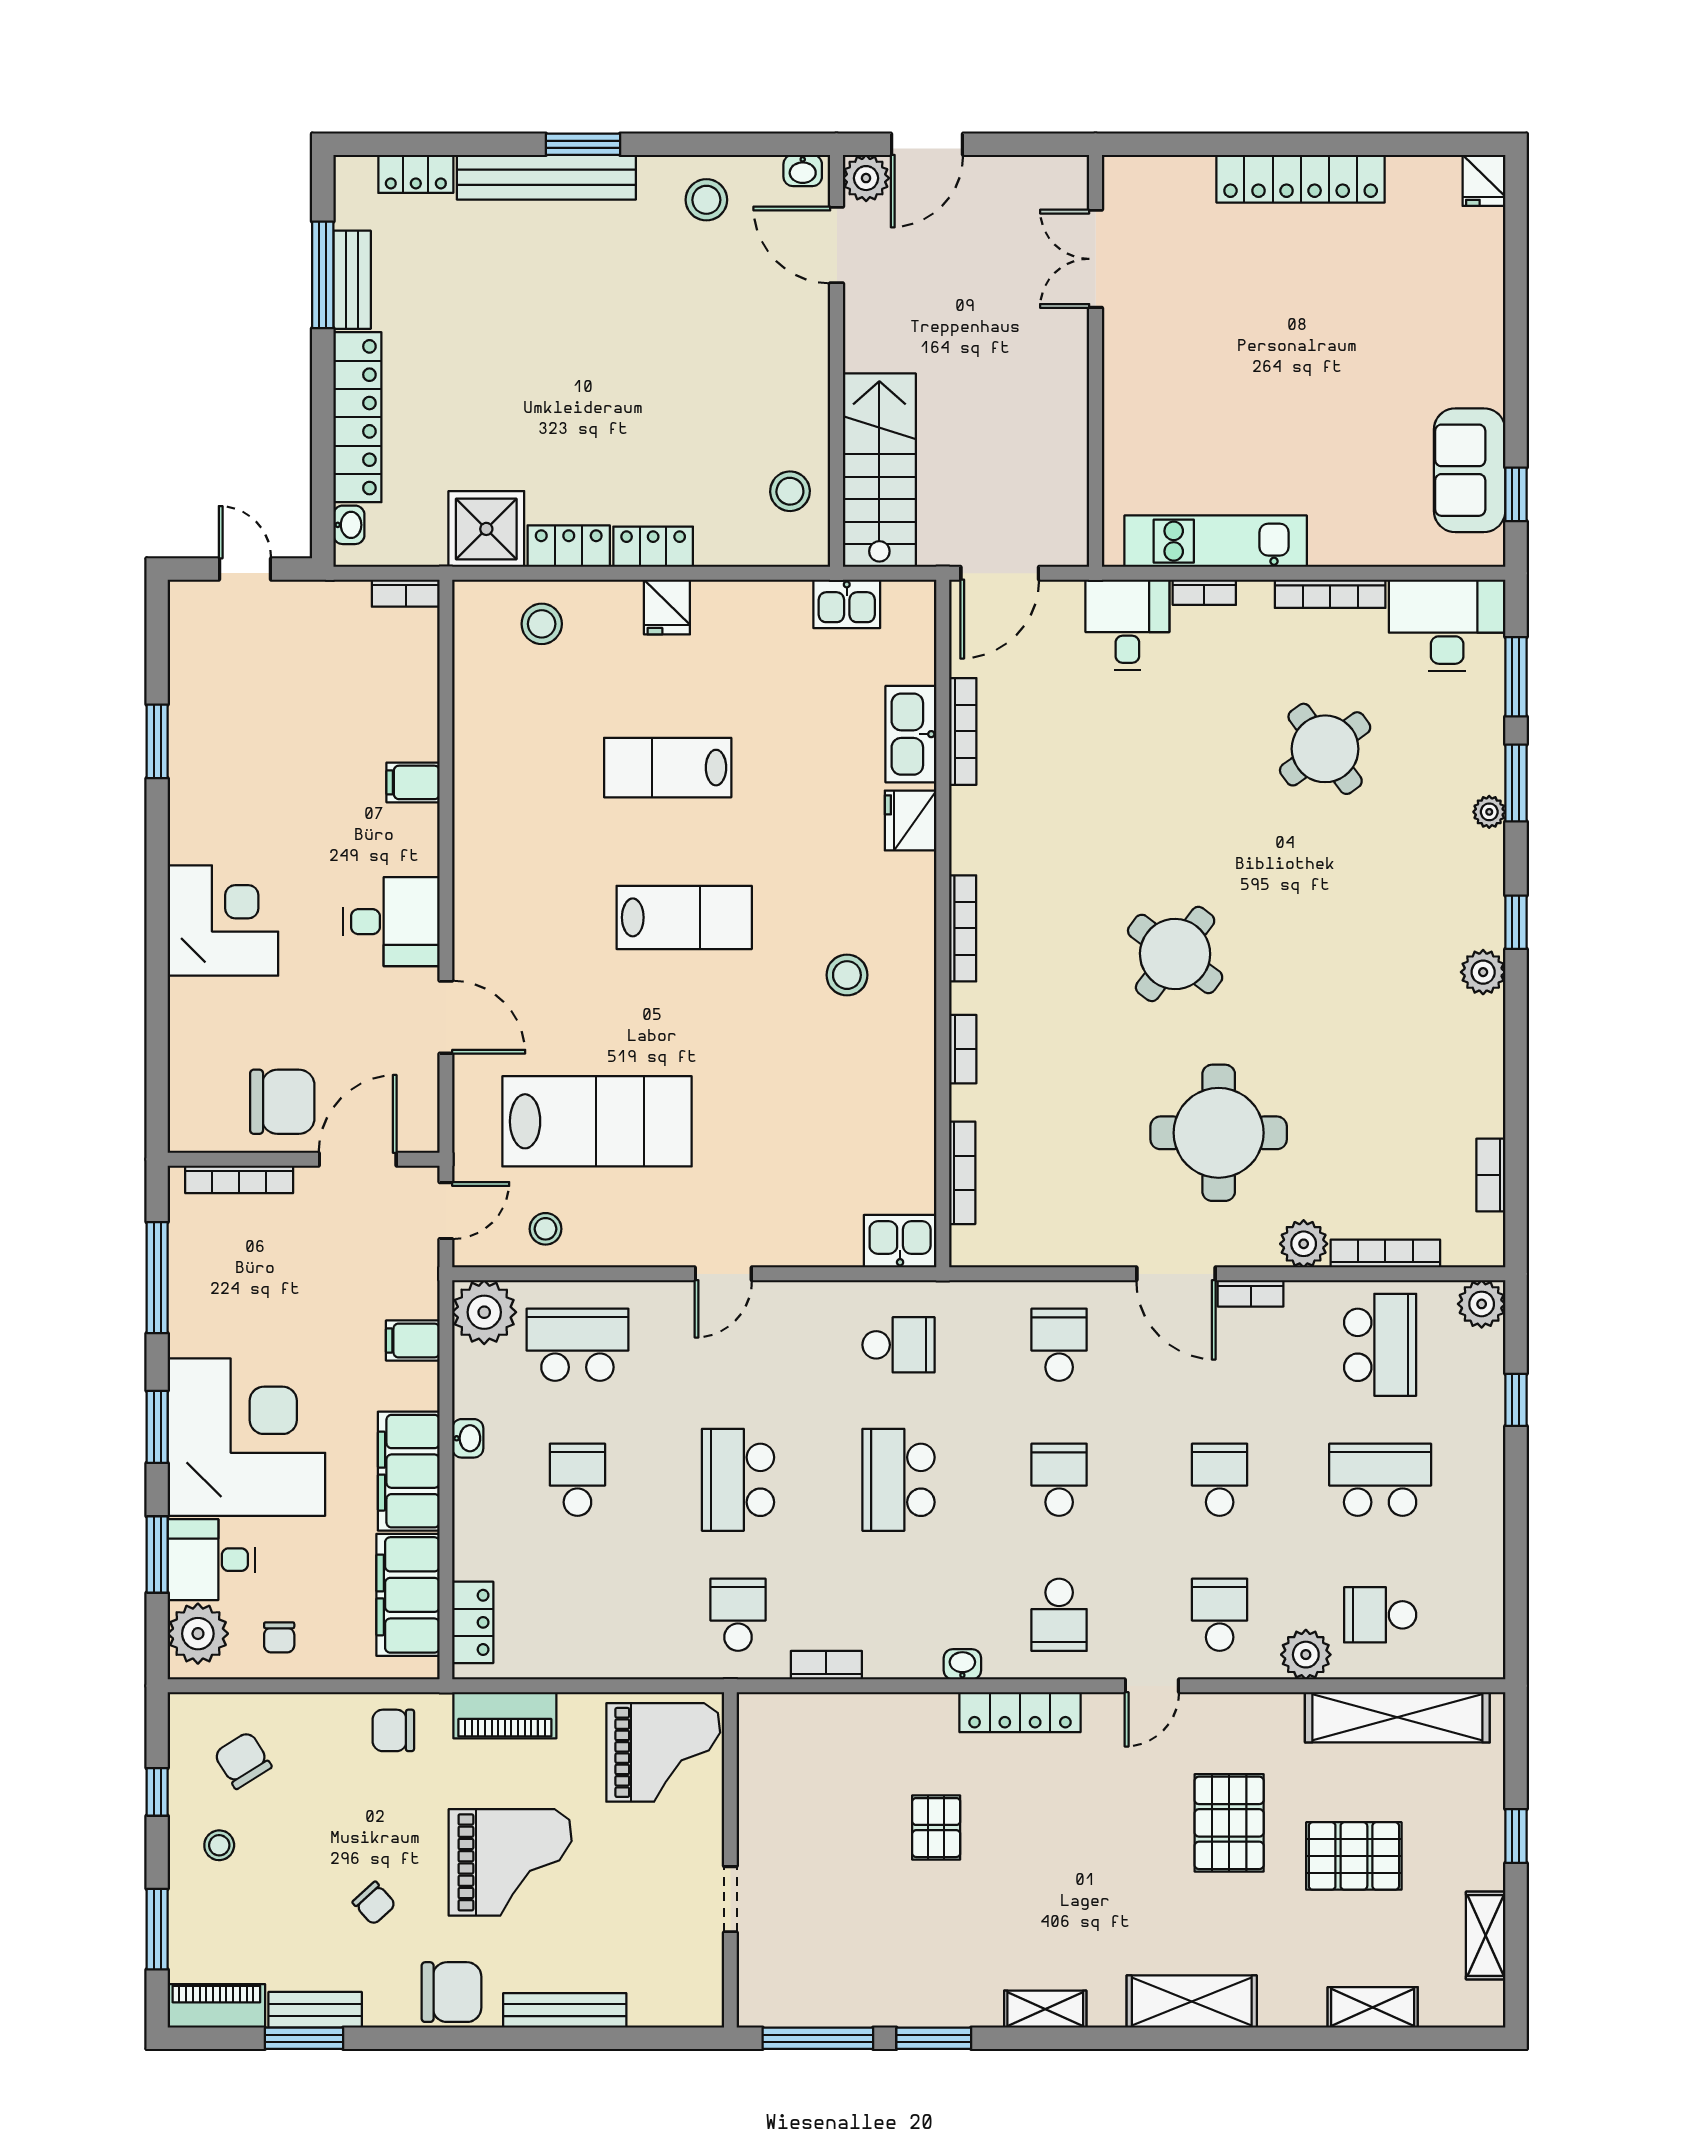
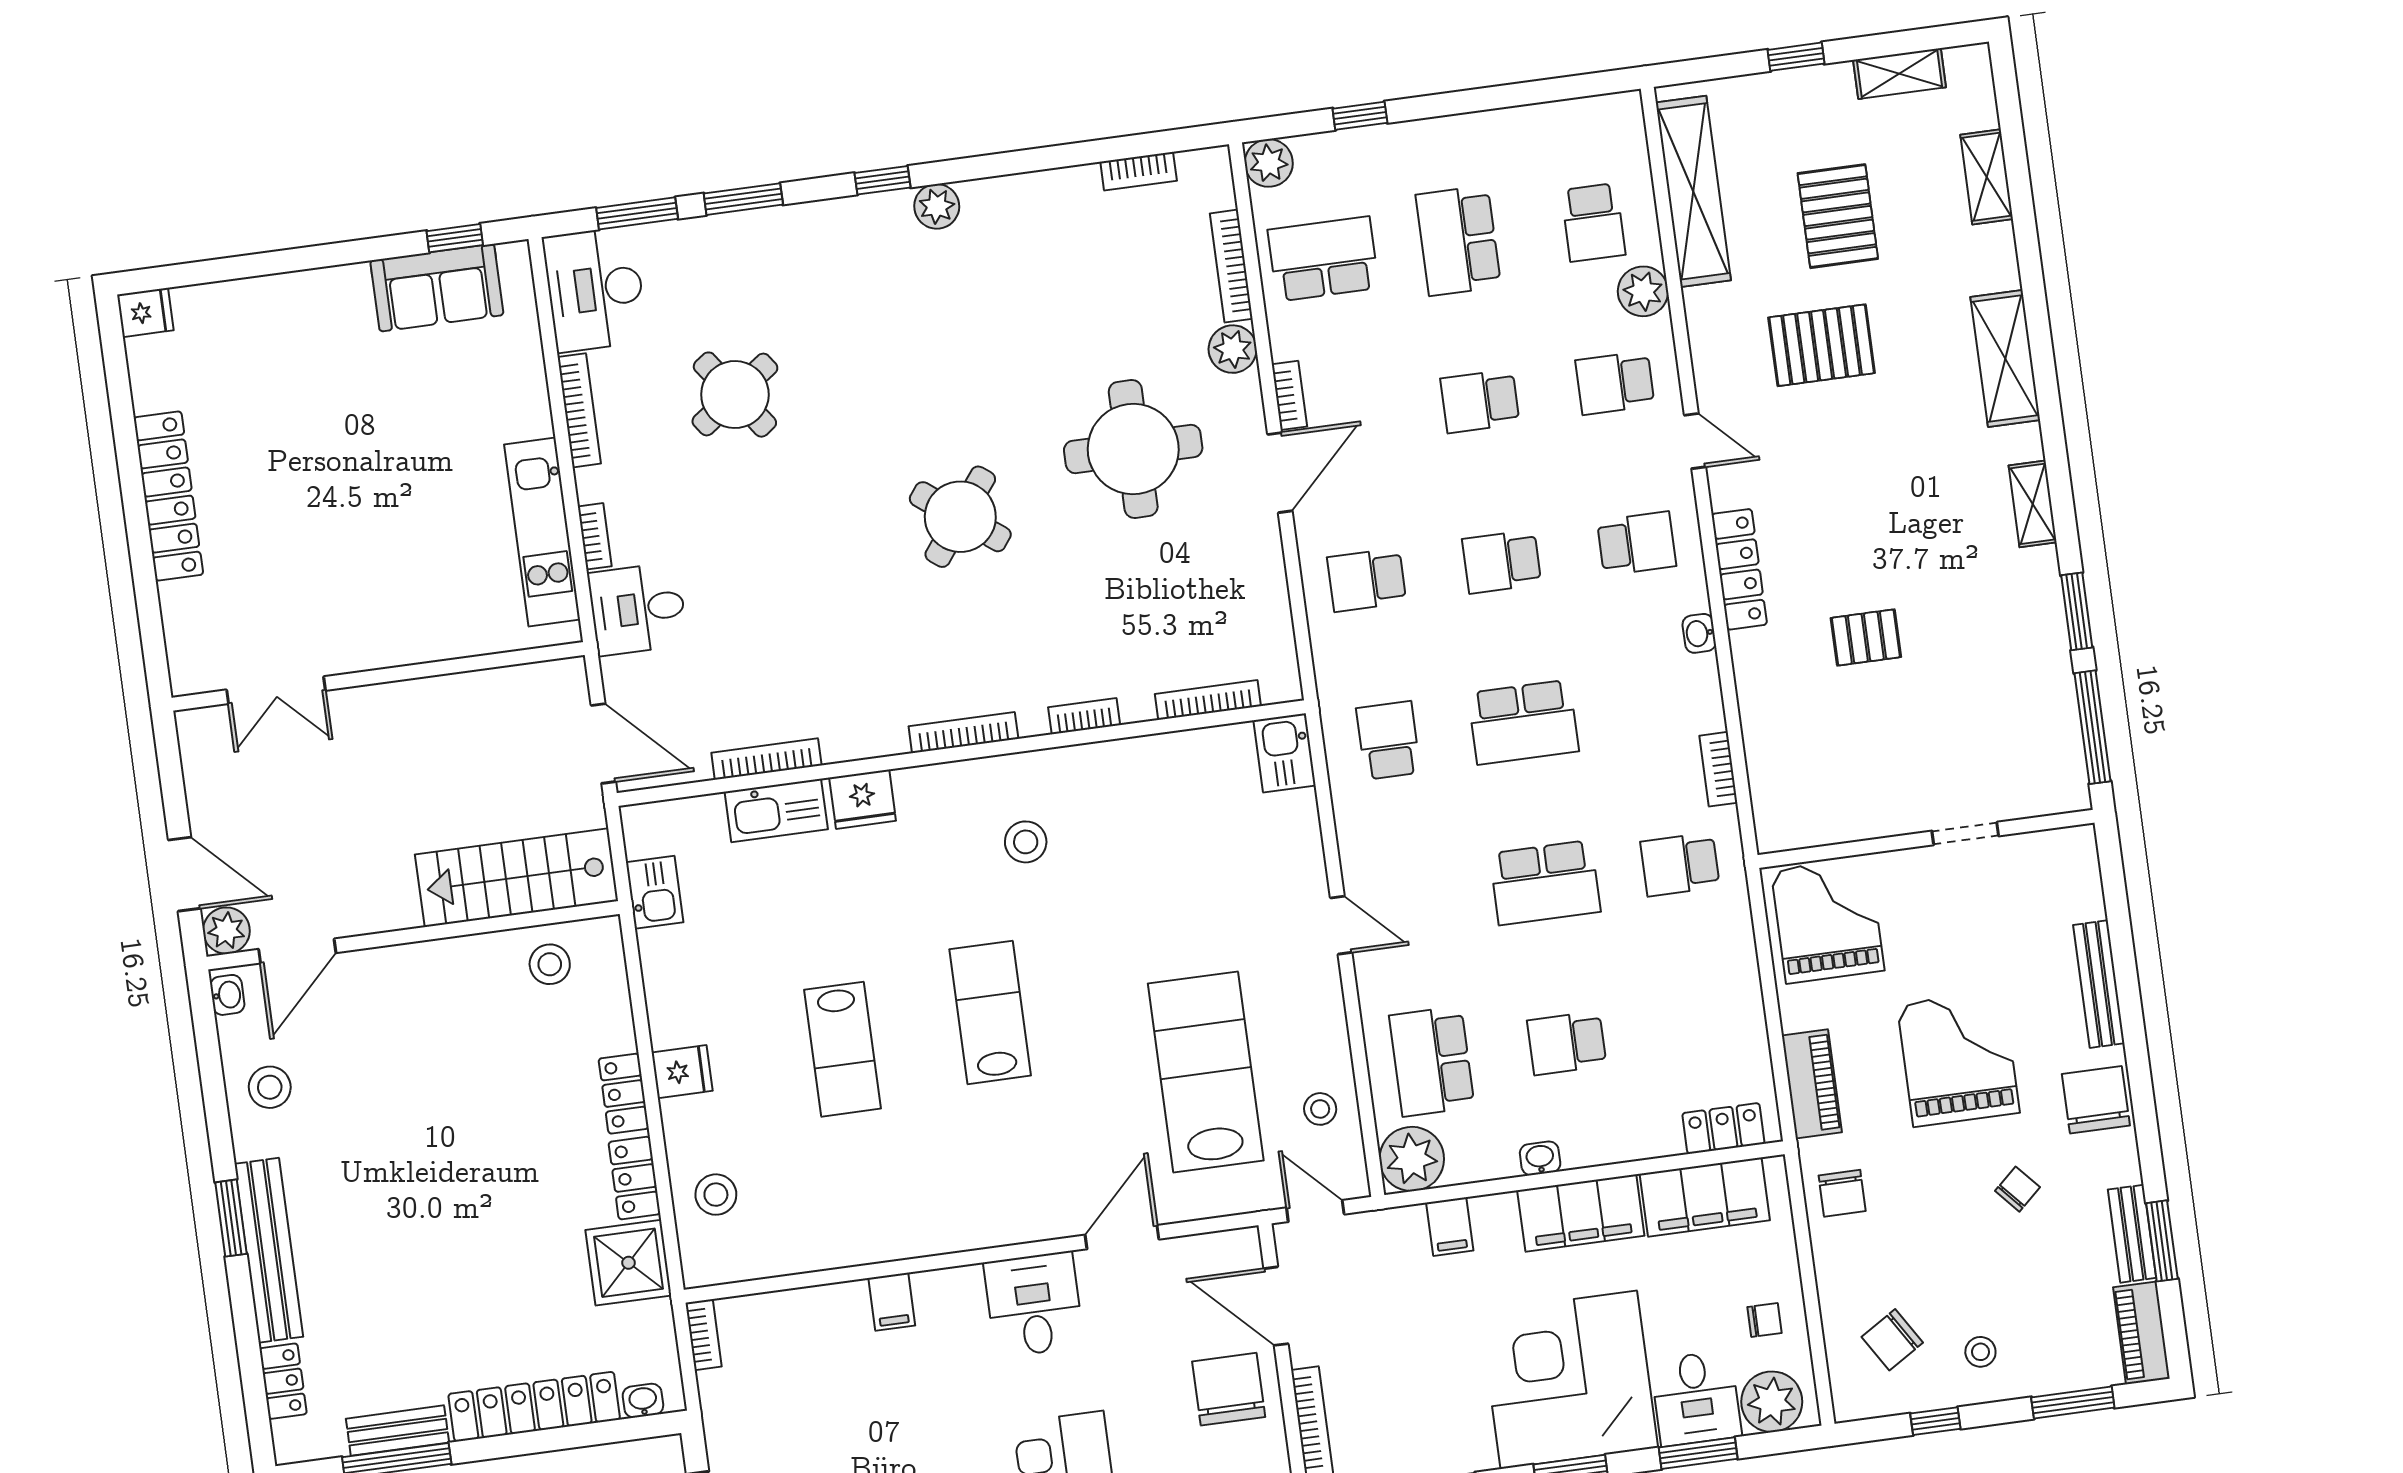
plant: (1489, 812) -> (776, 222), removed

